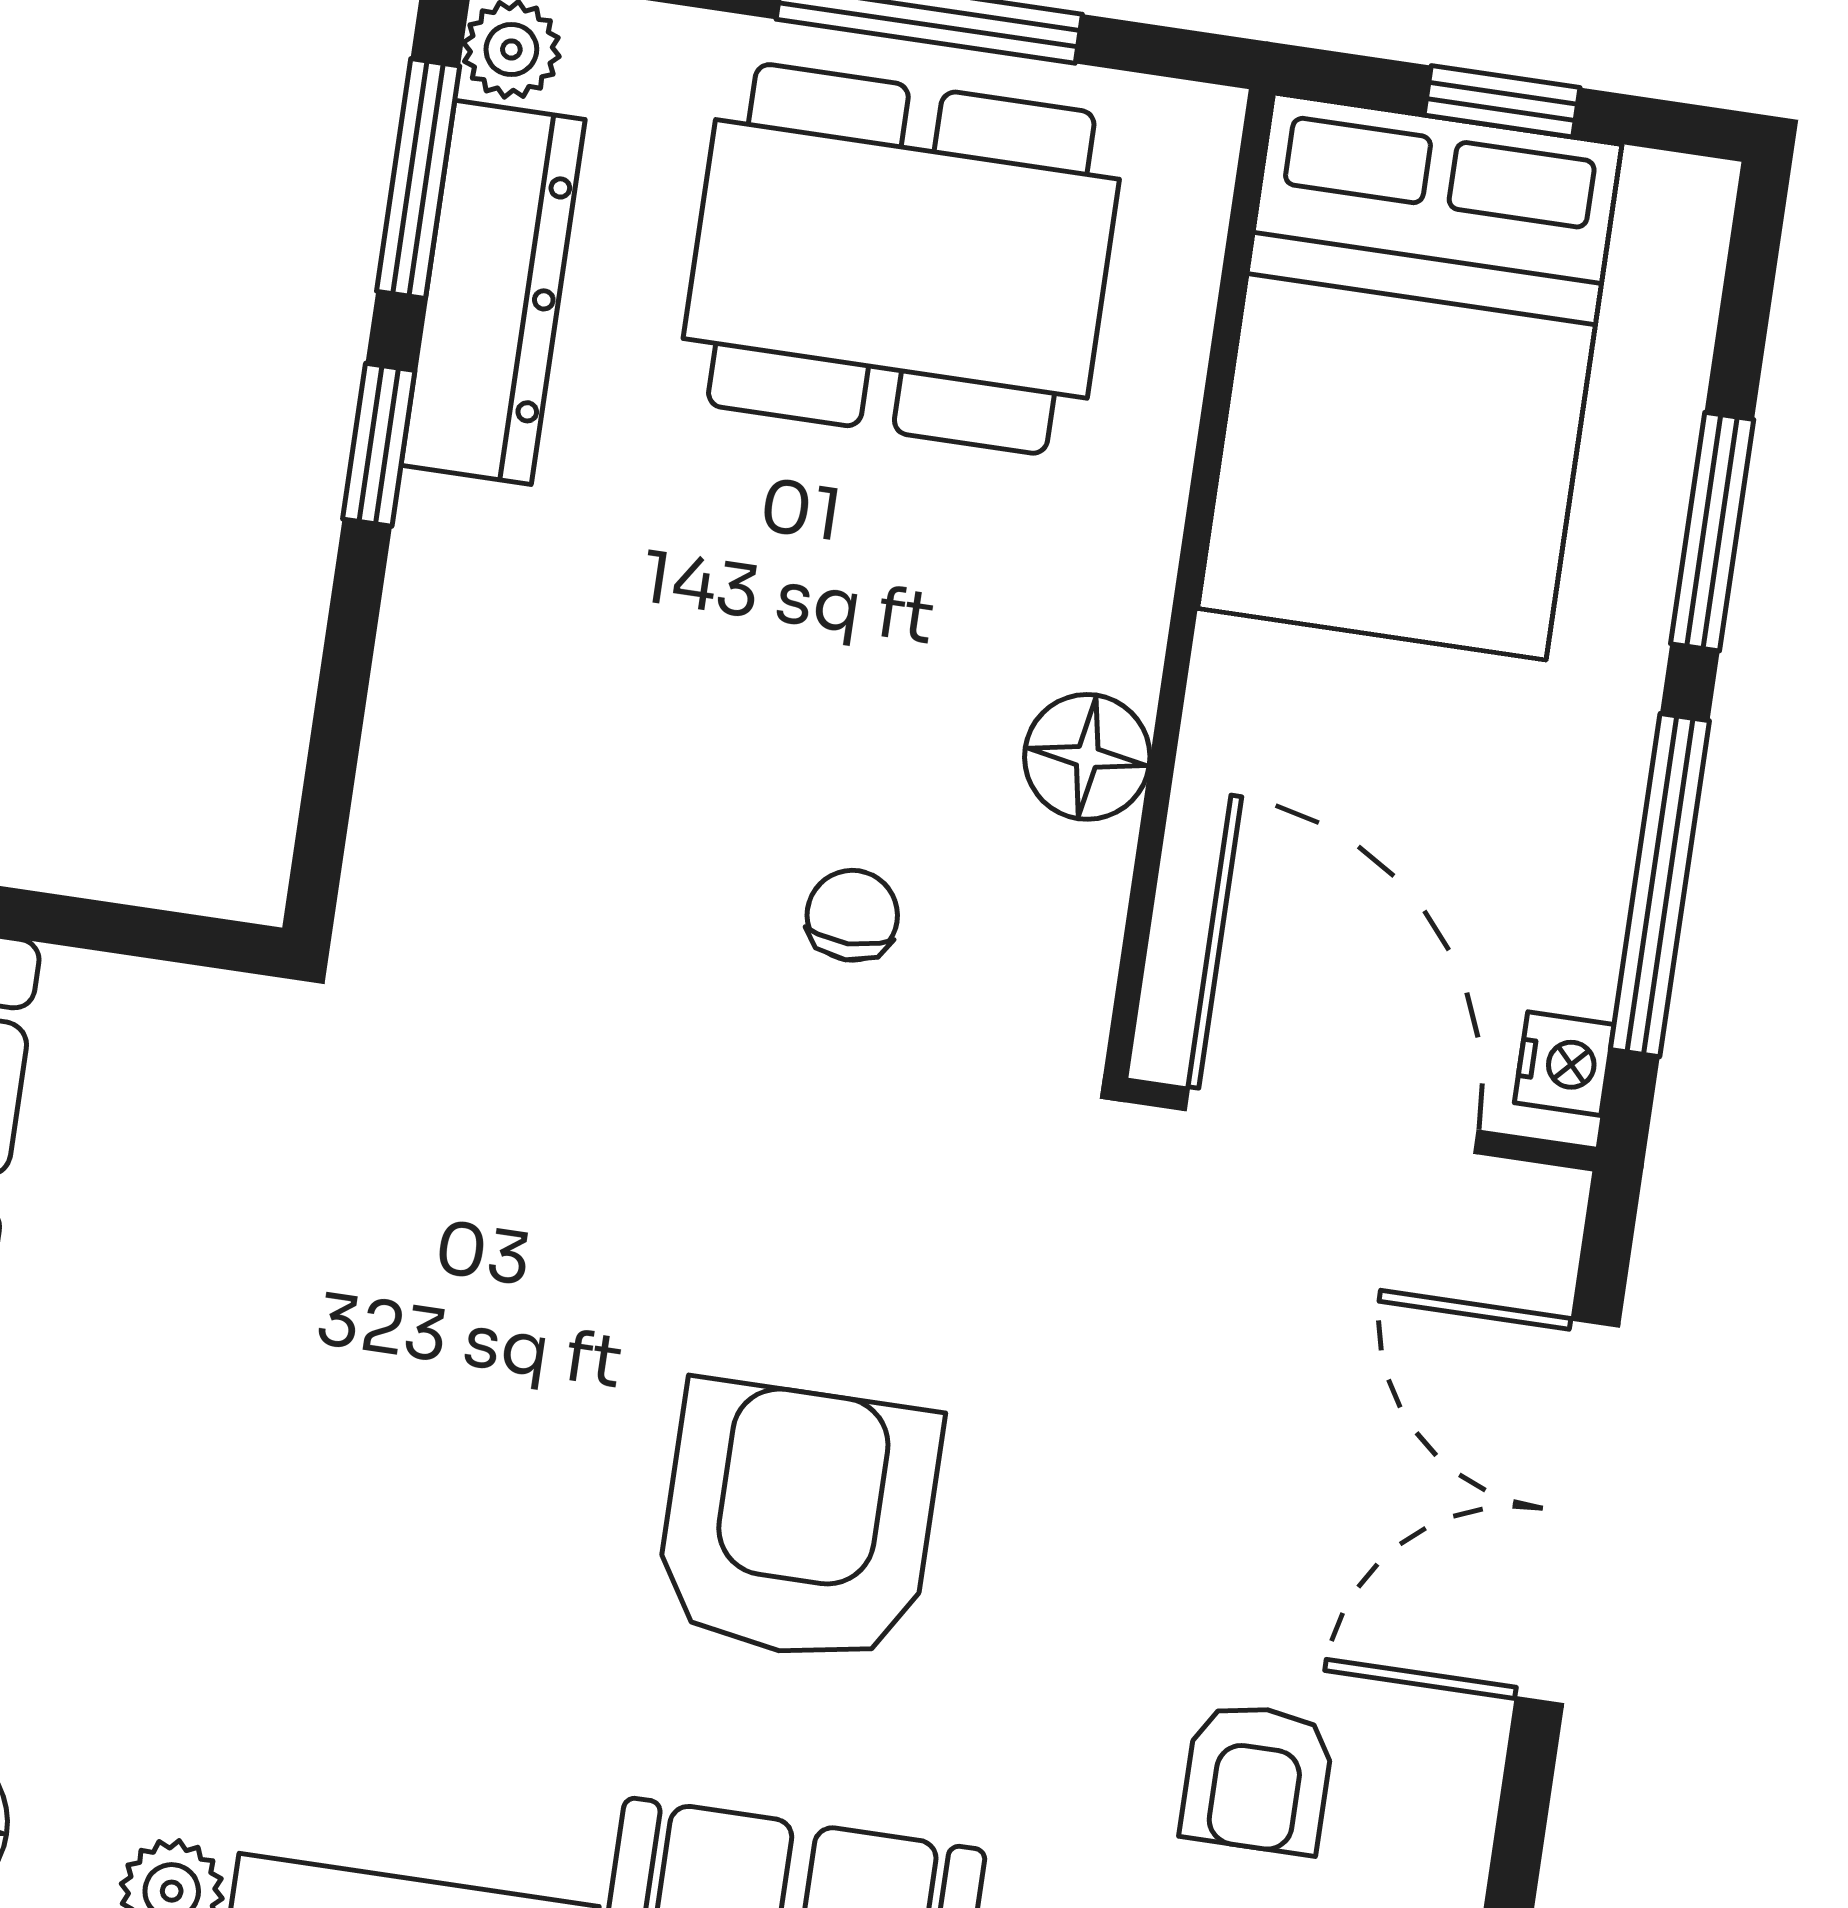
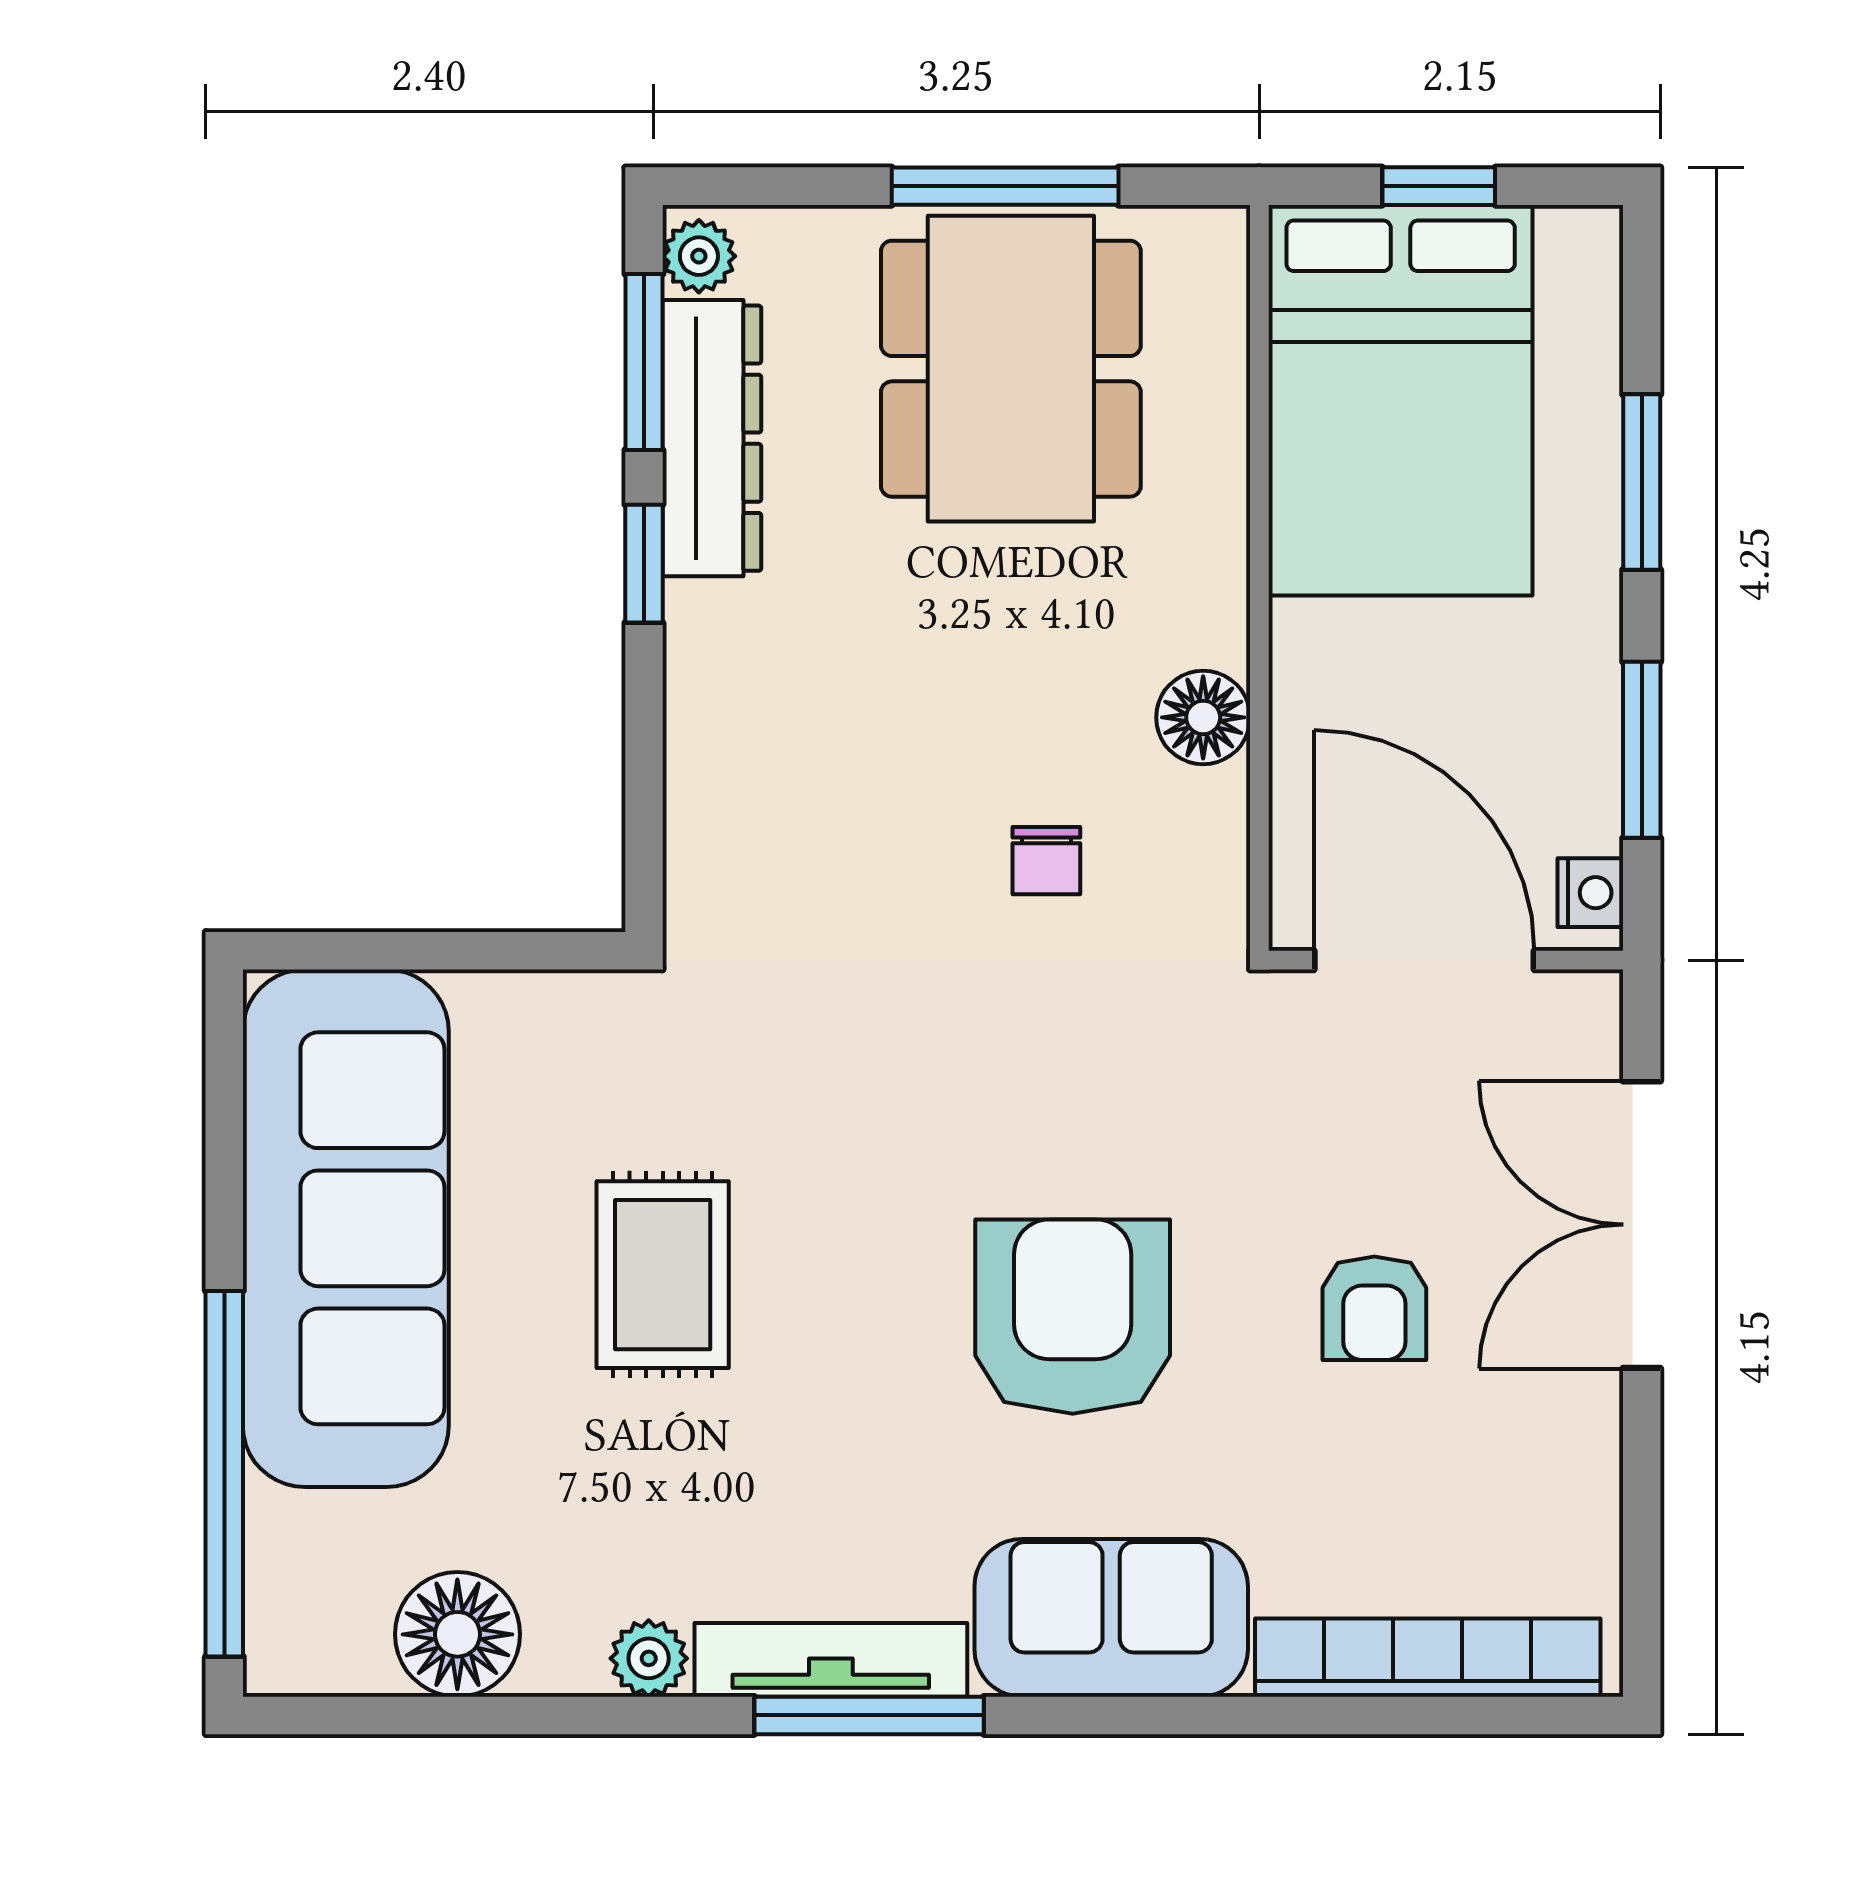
dining table: (901, 259) -> (1011, 369), turned 90
window: (1660, 885) -> (1642, 750), width x0.69
chair: (852, 915) -> (1046, 861), turned 180
rug: (265, 1387) -> (663, 1275), added
armchair: (1257, 1778) -> (1374, 1308), moved

